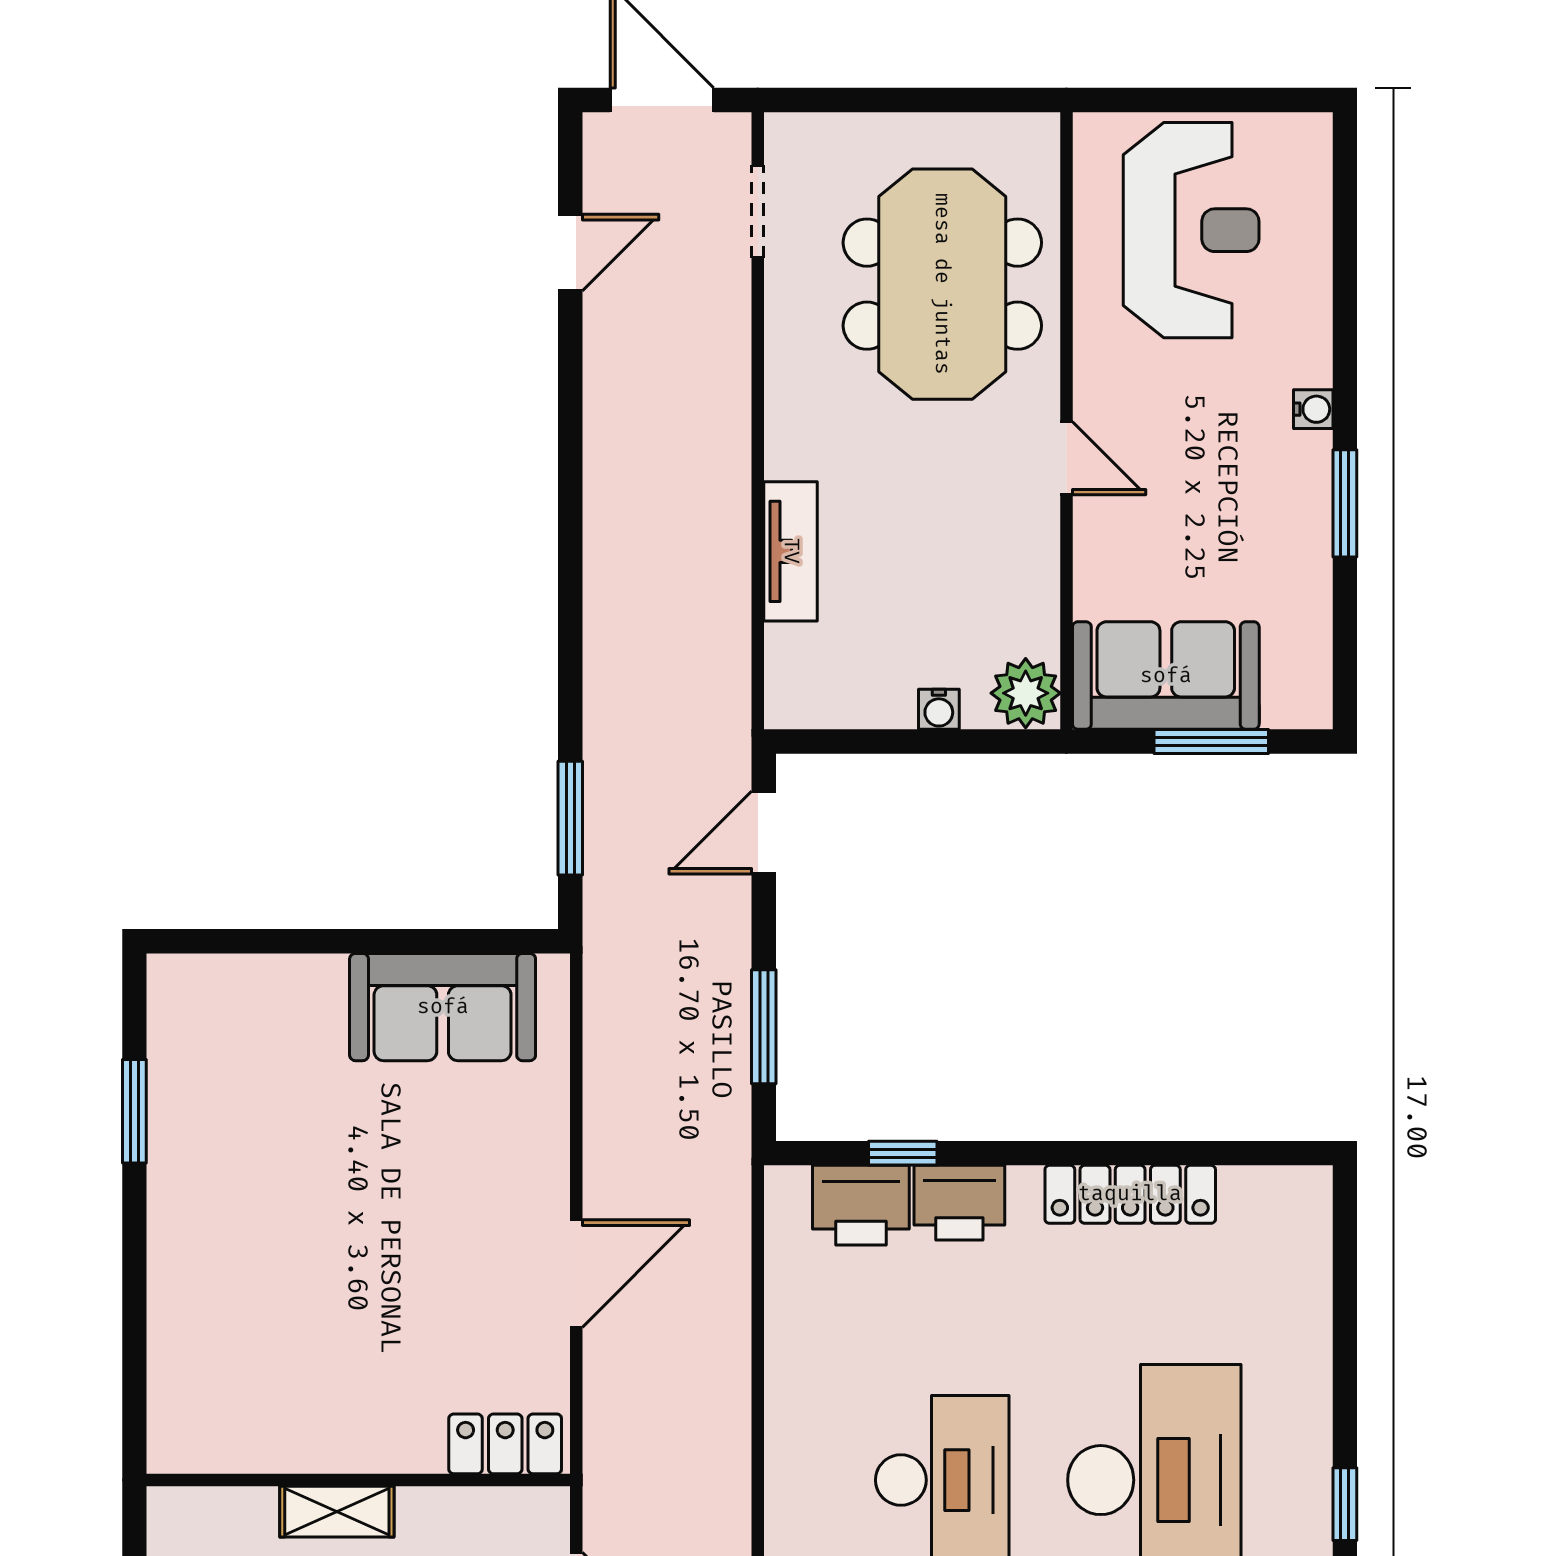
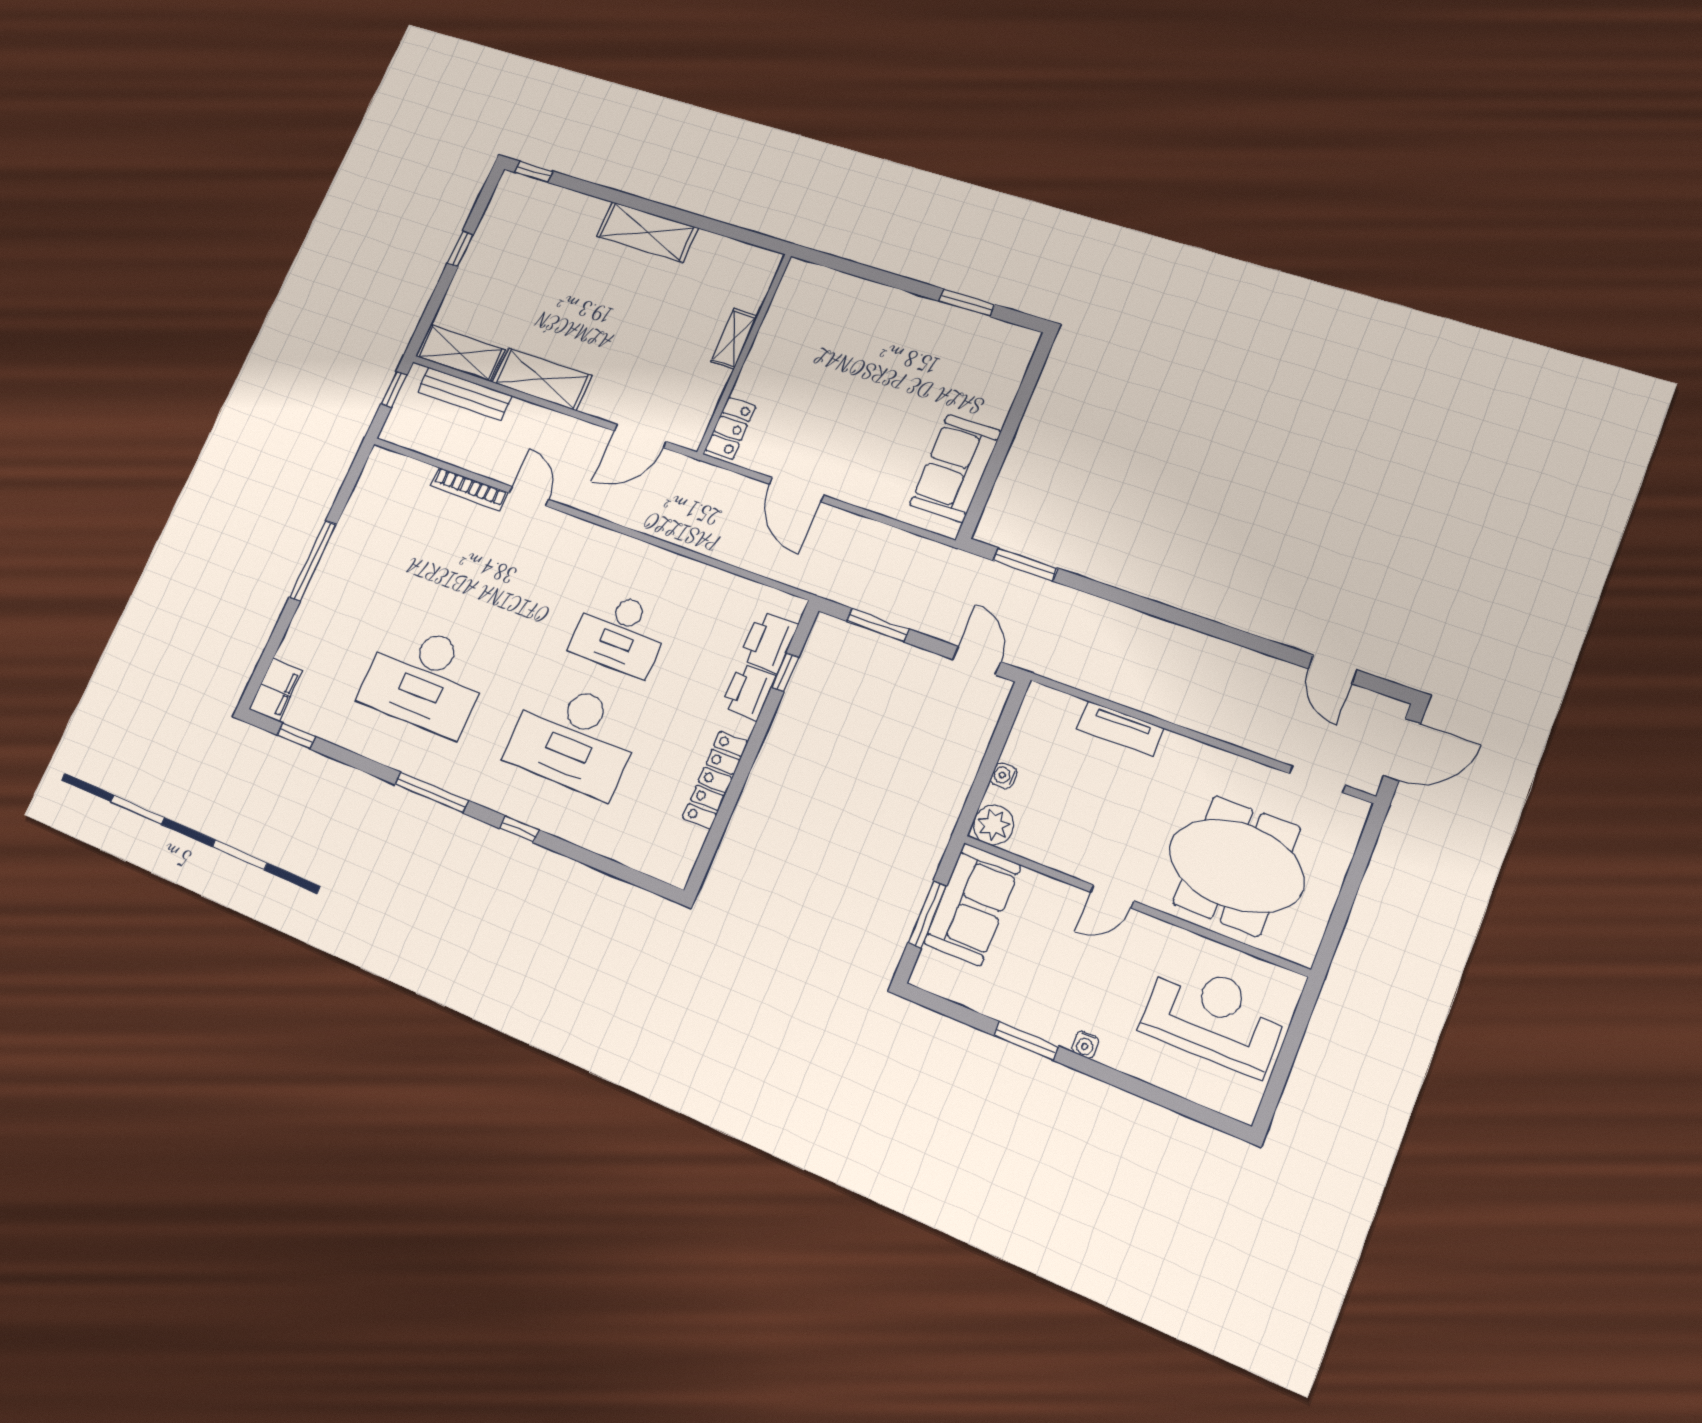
reception desk: (1191, 230) -> (1214, 1017), turned 180

